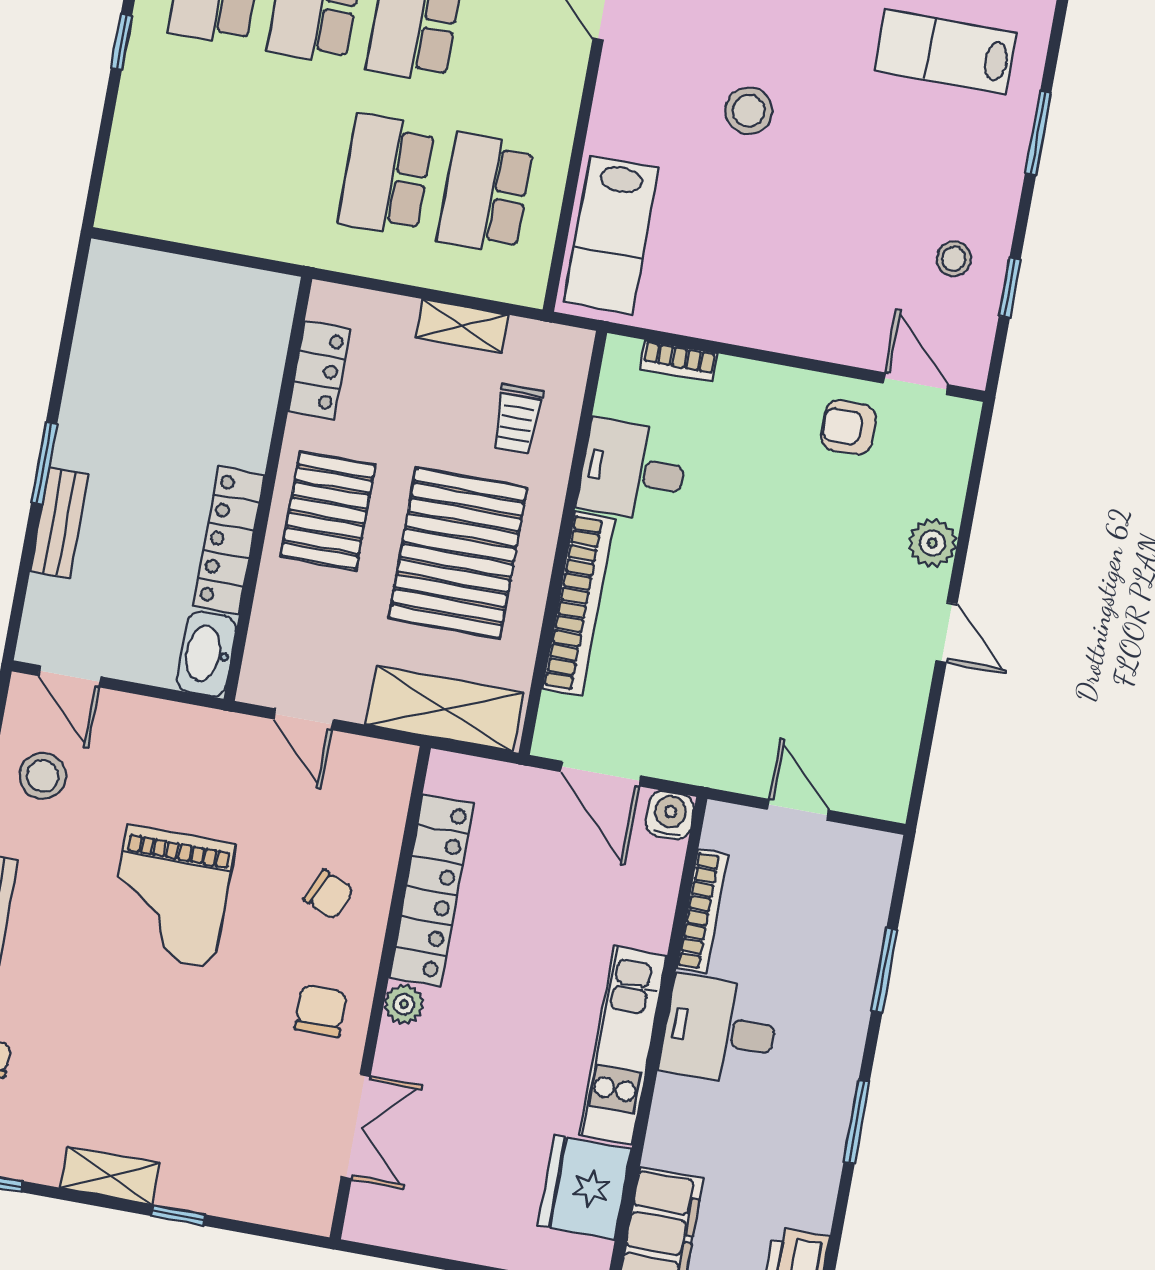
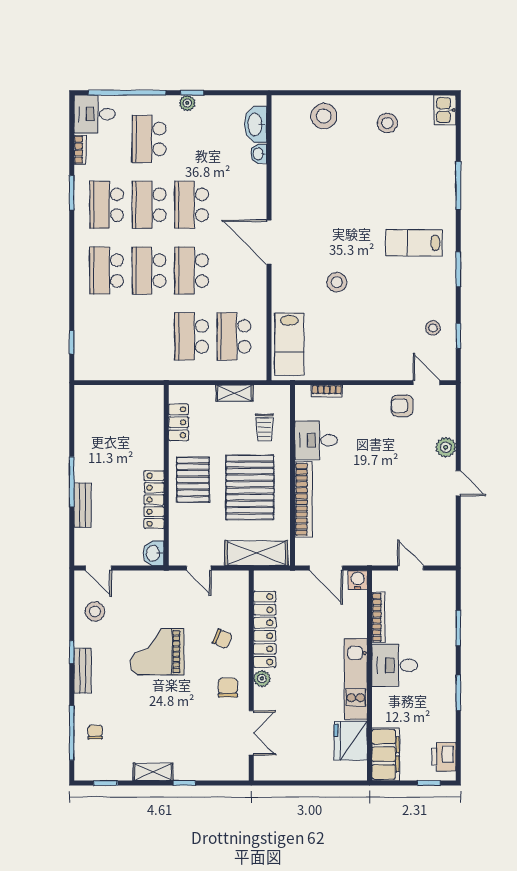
window: (121, 42) -> (72, 342), moved
window: (44, 463) -> (72, 482), width x1.44
washbasin: (207, 654) -> (153, 553), width x0.72
grand piano: (170, 897) -> (157, 652), turned 90

